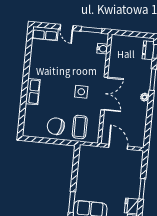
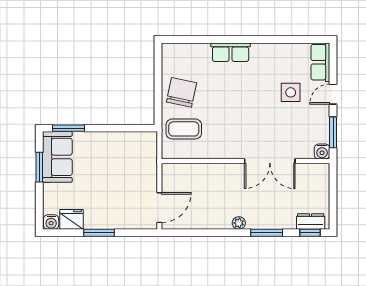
water cooler: (102, 49) -> (322, 152), moved
side table: (81, 92) -> (291, 92), moved
double door: (104, 93) -> (270, 161), moved
door: (118, 147) -> (159, 208), moved

